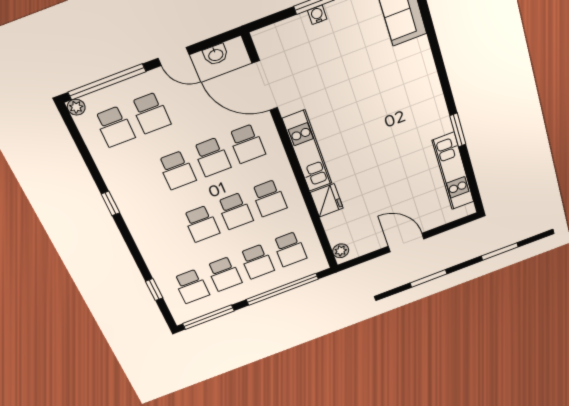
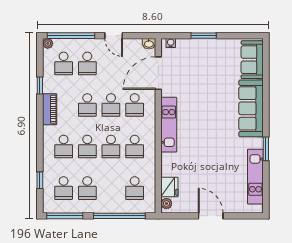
water cooler: (317, 15) -> (171, 43), moved
washbasin: (216, 55) -> (149, 44), moved
sofa: (421, 83) -> (251, 108), added
door: (265, 86) -> (158, 73), hinge flipped
piano: (124, 197) -> (50, 109), added
fridge: (327, 200) -> (169, 187), moved
window: (110, 203) -> (40, 85), moved
school desk: (257, 262) -> (64, 147), moved

